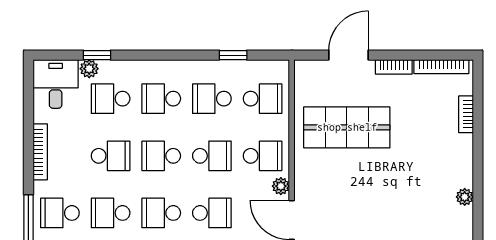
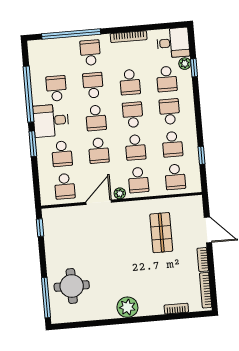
school desk: (111, 99) -> (167, 79), turned 180
school desk: (212, 99) -> (172, 144), turned 180
shop shelf: (347, 127) -> (161, 233), width x0.70, depth x0.74
plant: (465, 197) -> (127, 307), width x1.88, depth x1.88
school desk: (161, 213) -> (96, 118), turned 180

